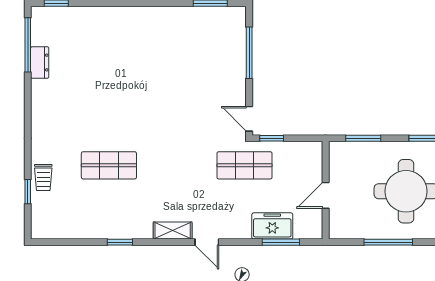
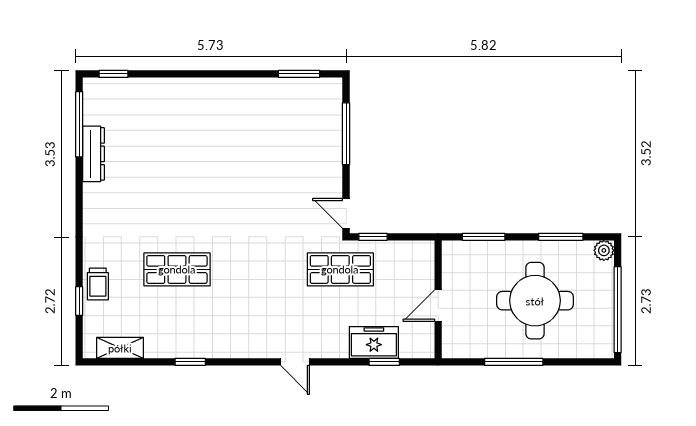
dresser: (40, 62) -> (94, 154), width x1.44
shelving: (173, 230) -> (120, 348), moved
window: (281, 242) -> (384, 362), width x0.67

